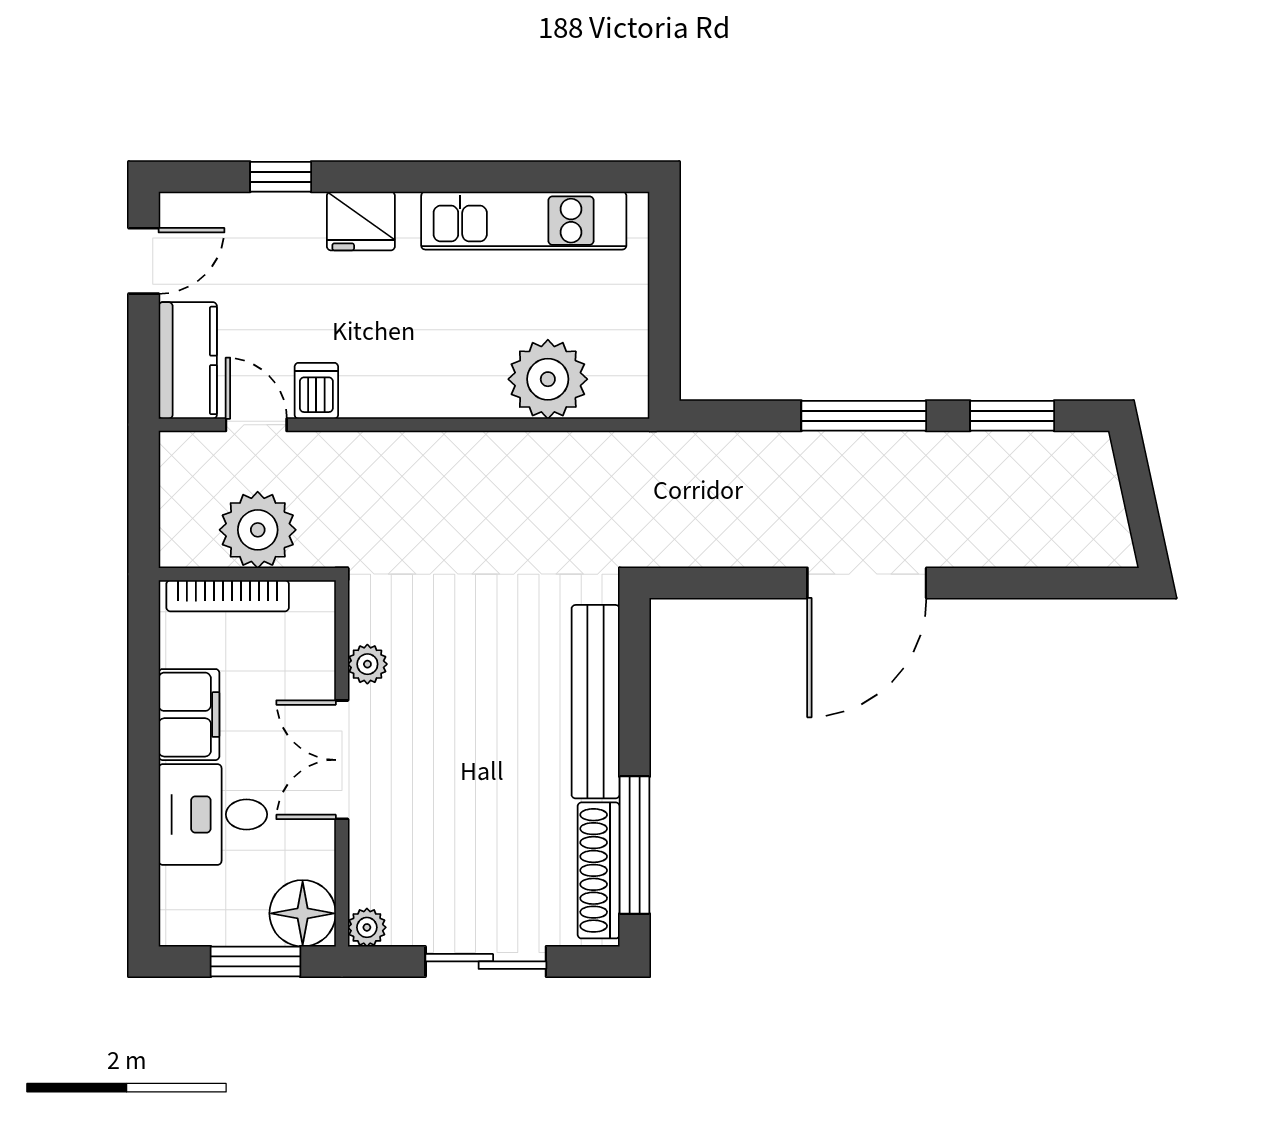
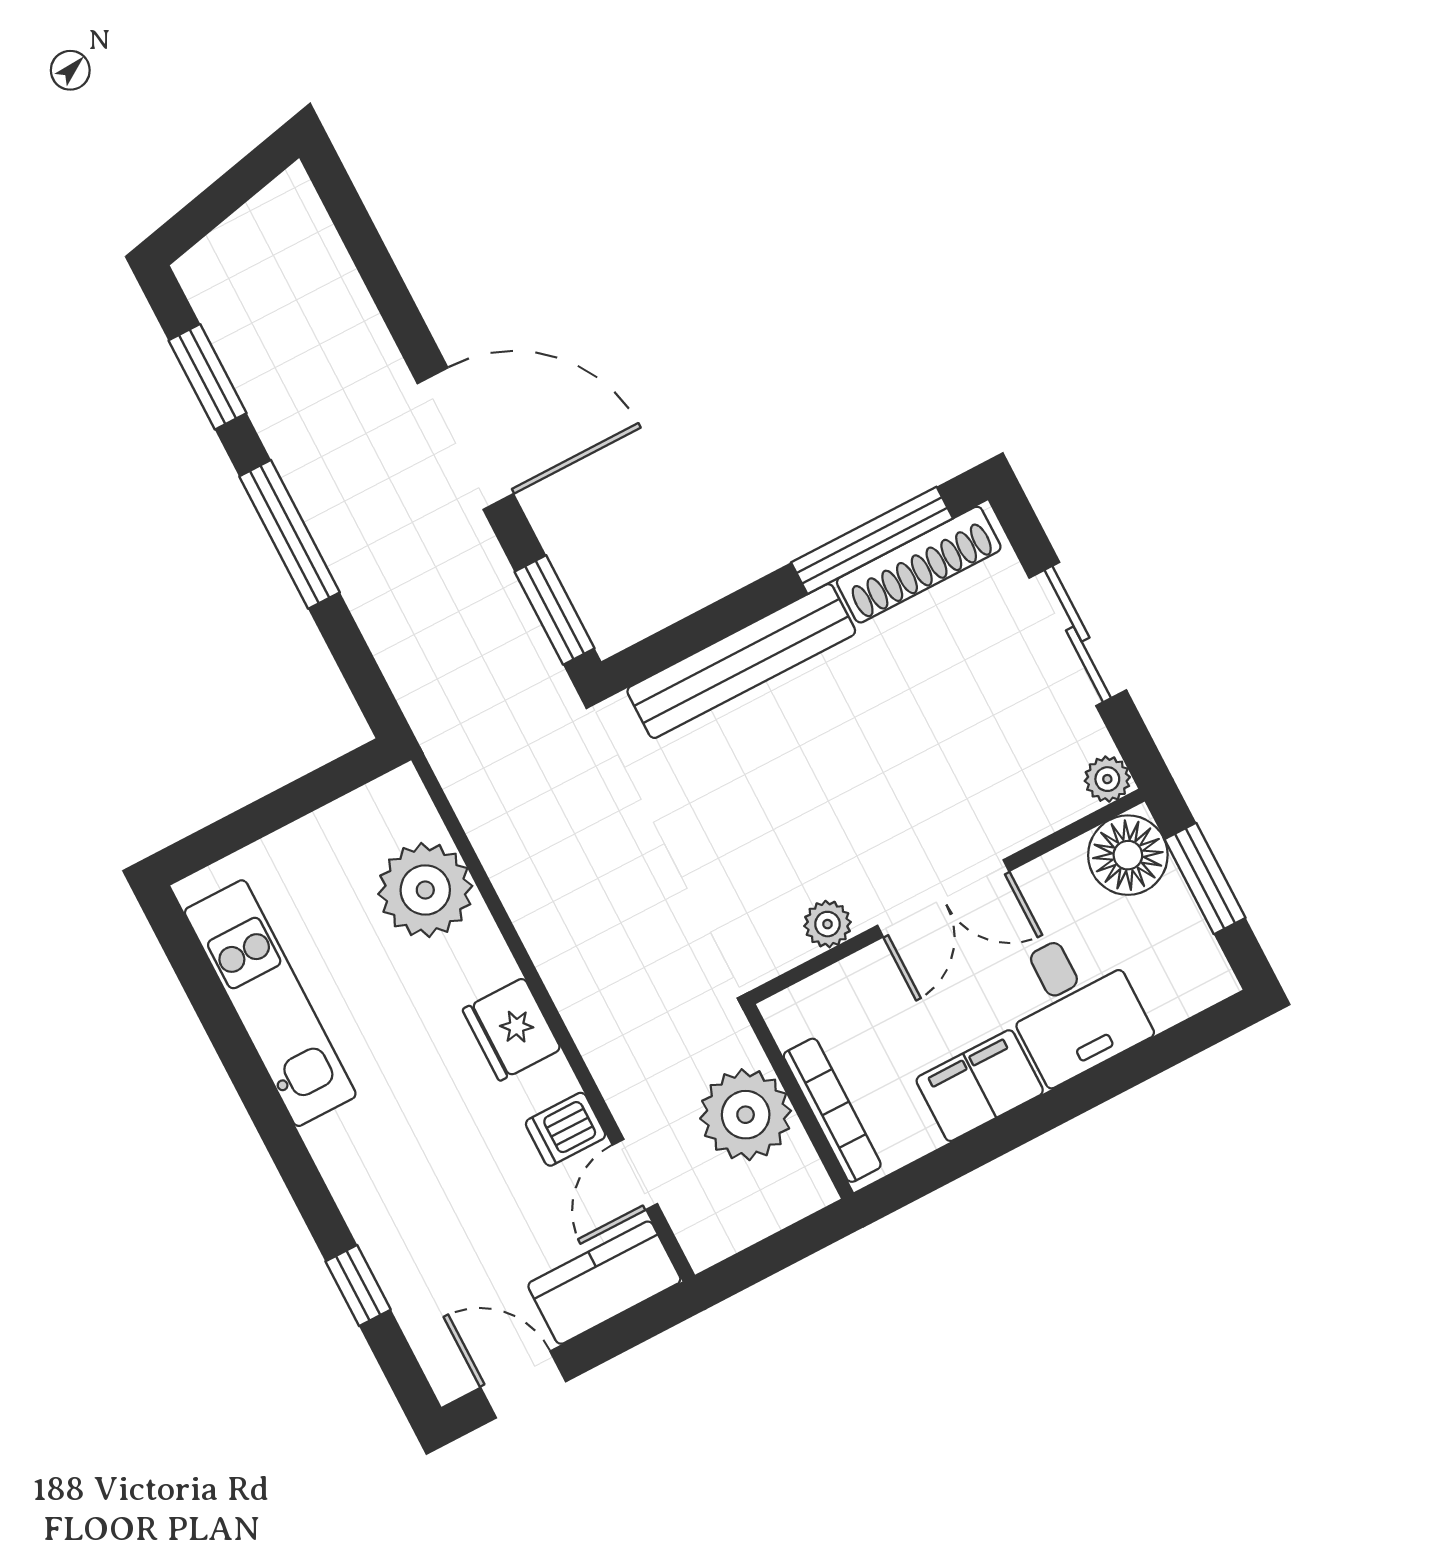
fridge: (361, 221) -> (512, 1029), moved, turned 180
window: (705, 583) -> (555, 610), added

